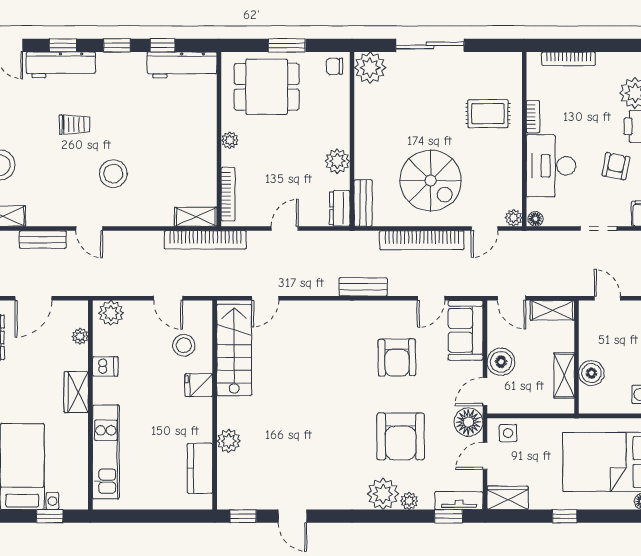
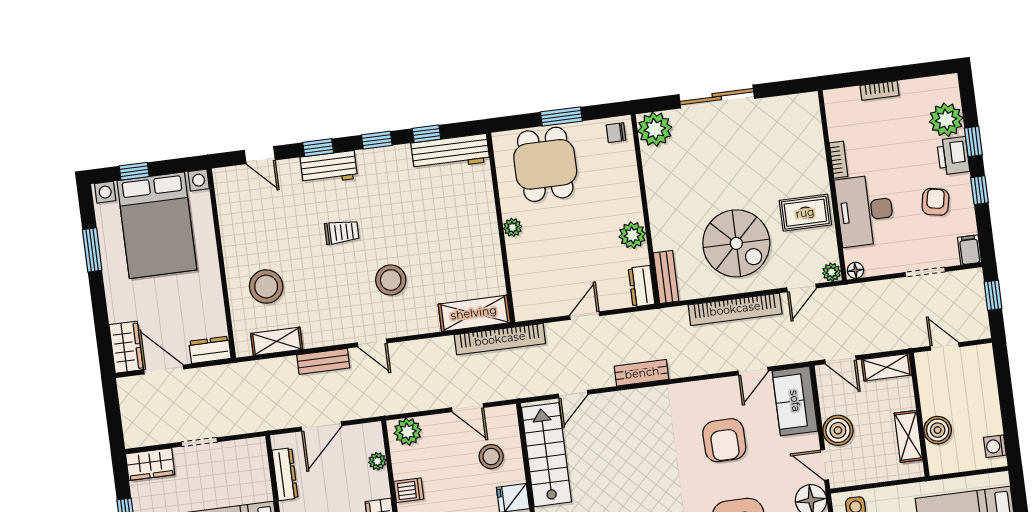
bookcase: (568, 59) -> (880, 91), width x0.64
workbench: (61, 65) -> (329, 168), width x0.73
dining table: (267, 87) -> (545, 164), turned 90
rug: (488, 114) -> (805, 213), moved
bookcase: (228, 194) -> (518, 286), removed
shelving: (196, 217) -> (474, 313), width x1.50, depth x1.33
bench: (363, 287) -> (642, 373), moved
door: (485, 392) -> (825, 465), hinge flipped

